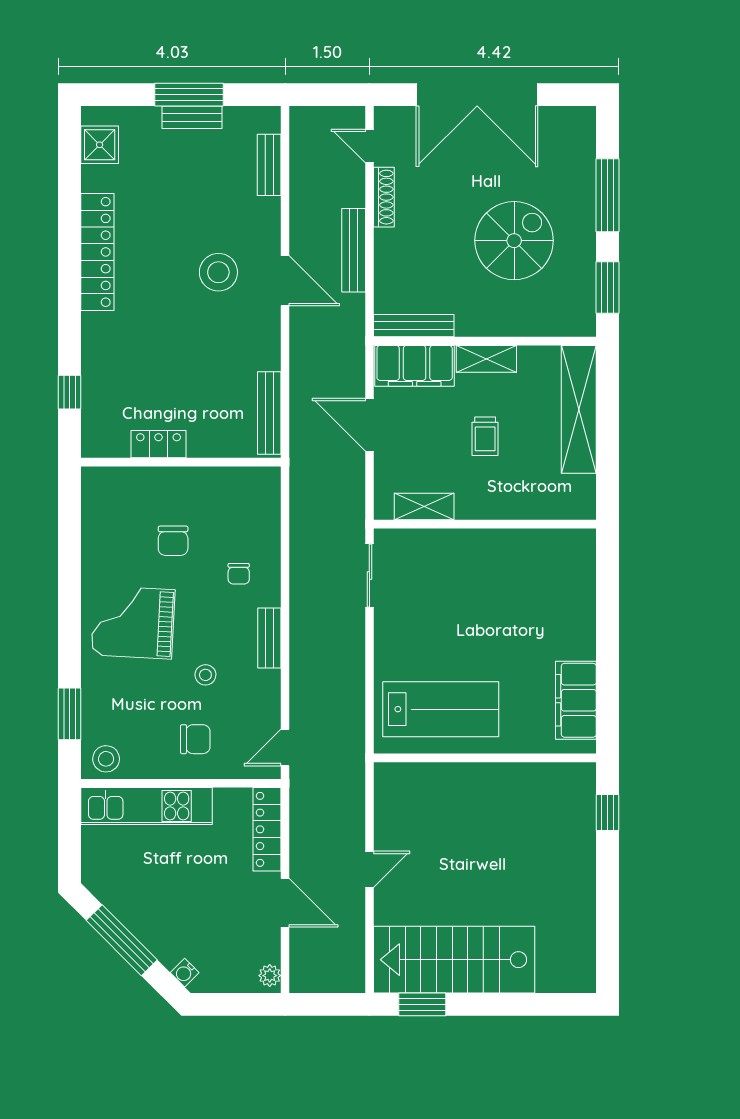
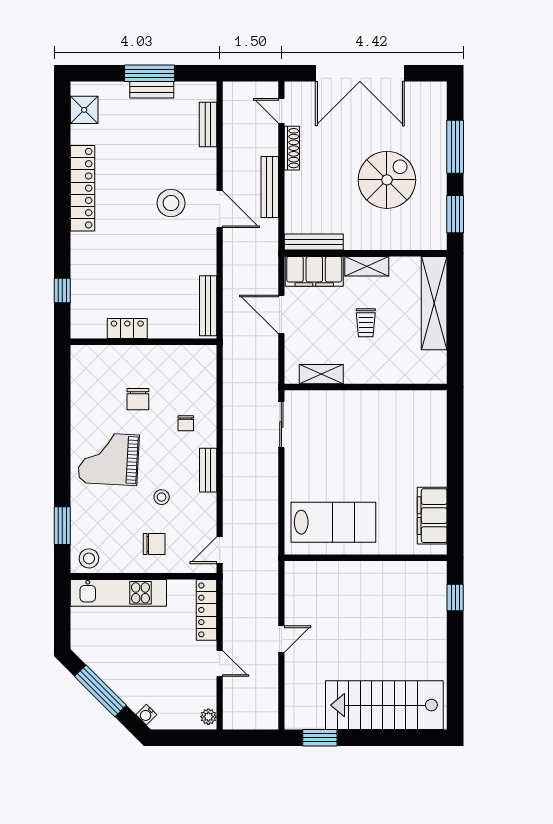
door: (285, 903) -> (220, 663), width x0.73
stairs: (454, 960) -> (384, 705), moved

